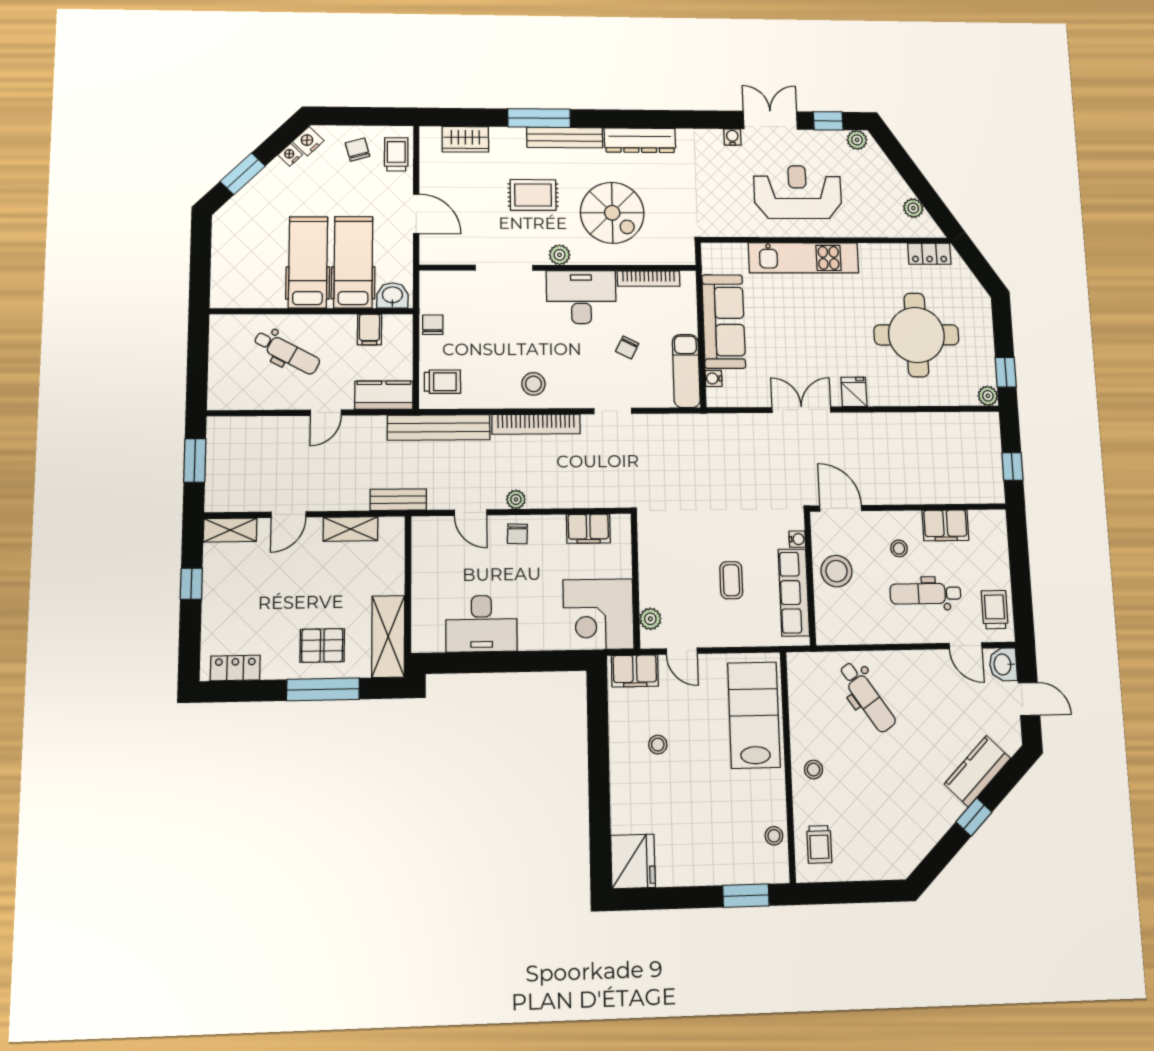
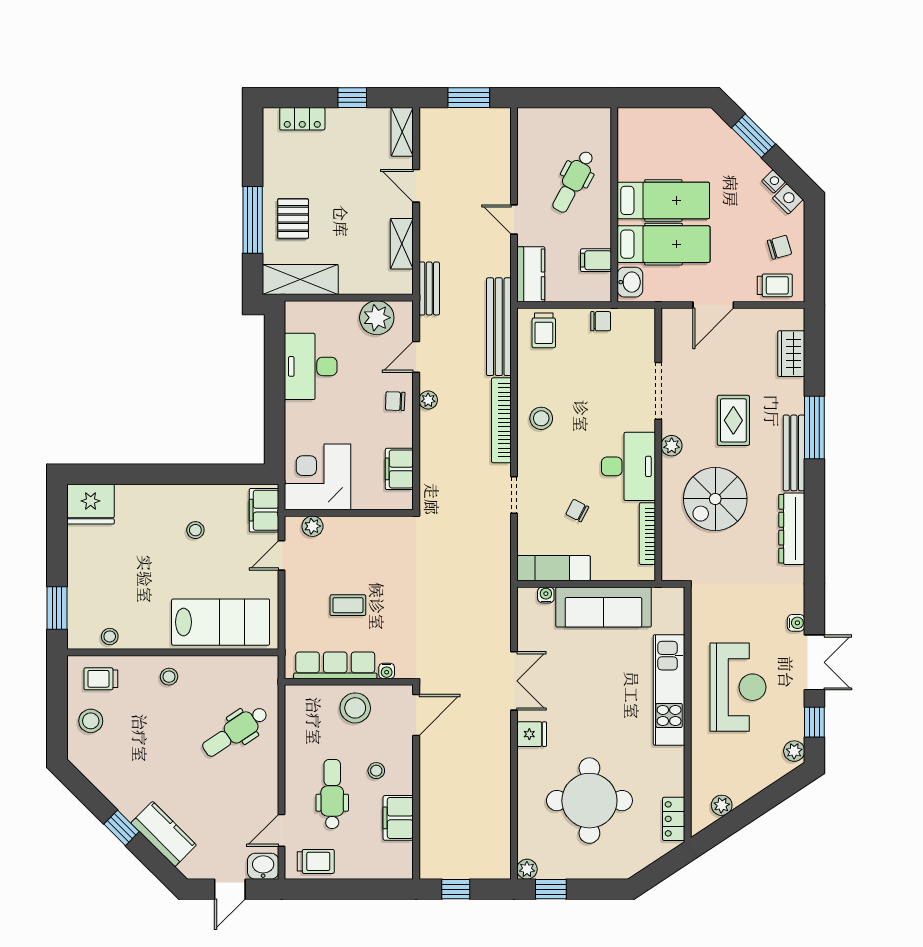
plant: (429, 554) -> (377, 318), added
locker: (235, 668) -> (302, 119), moved, turned 90
stool: (864, 854) -> (91, 721), added

